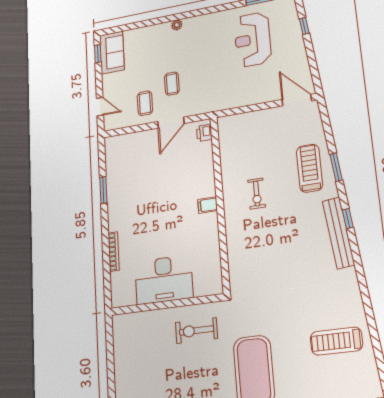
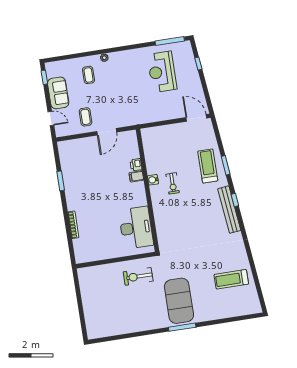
sofa: (112, 53) -> (58, 93), moved
coffee table: (172, 84) -> (89, 75), moved
printer: (204, 133) -> (136, 165), moved
water cooler: (229, 188) -> (153, 180), added
filing cabinet: (208, 205) -> (136, 176), moved
desk: (164, 280) -> (136, 228), moved, turned -90

